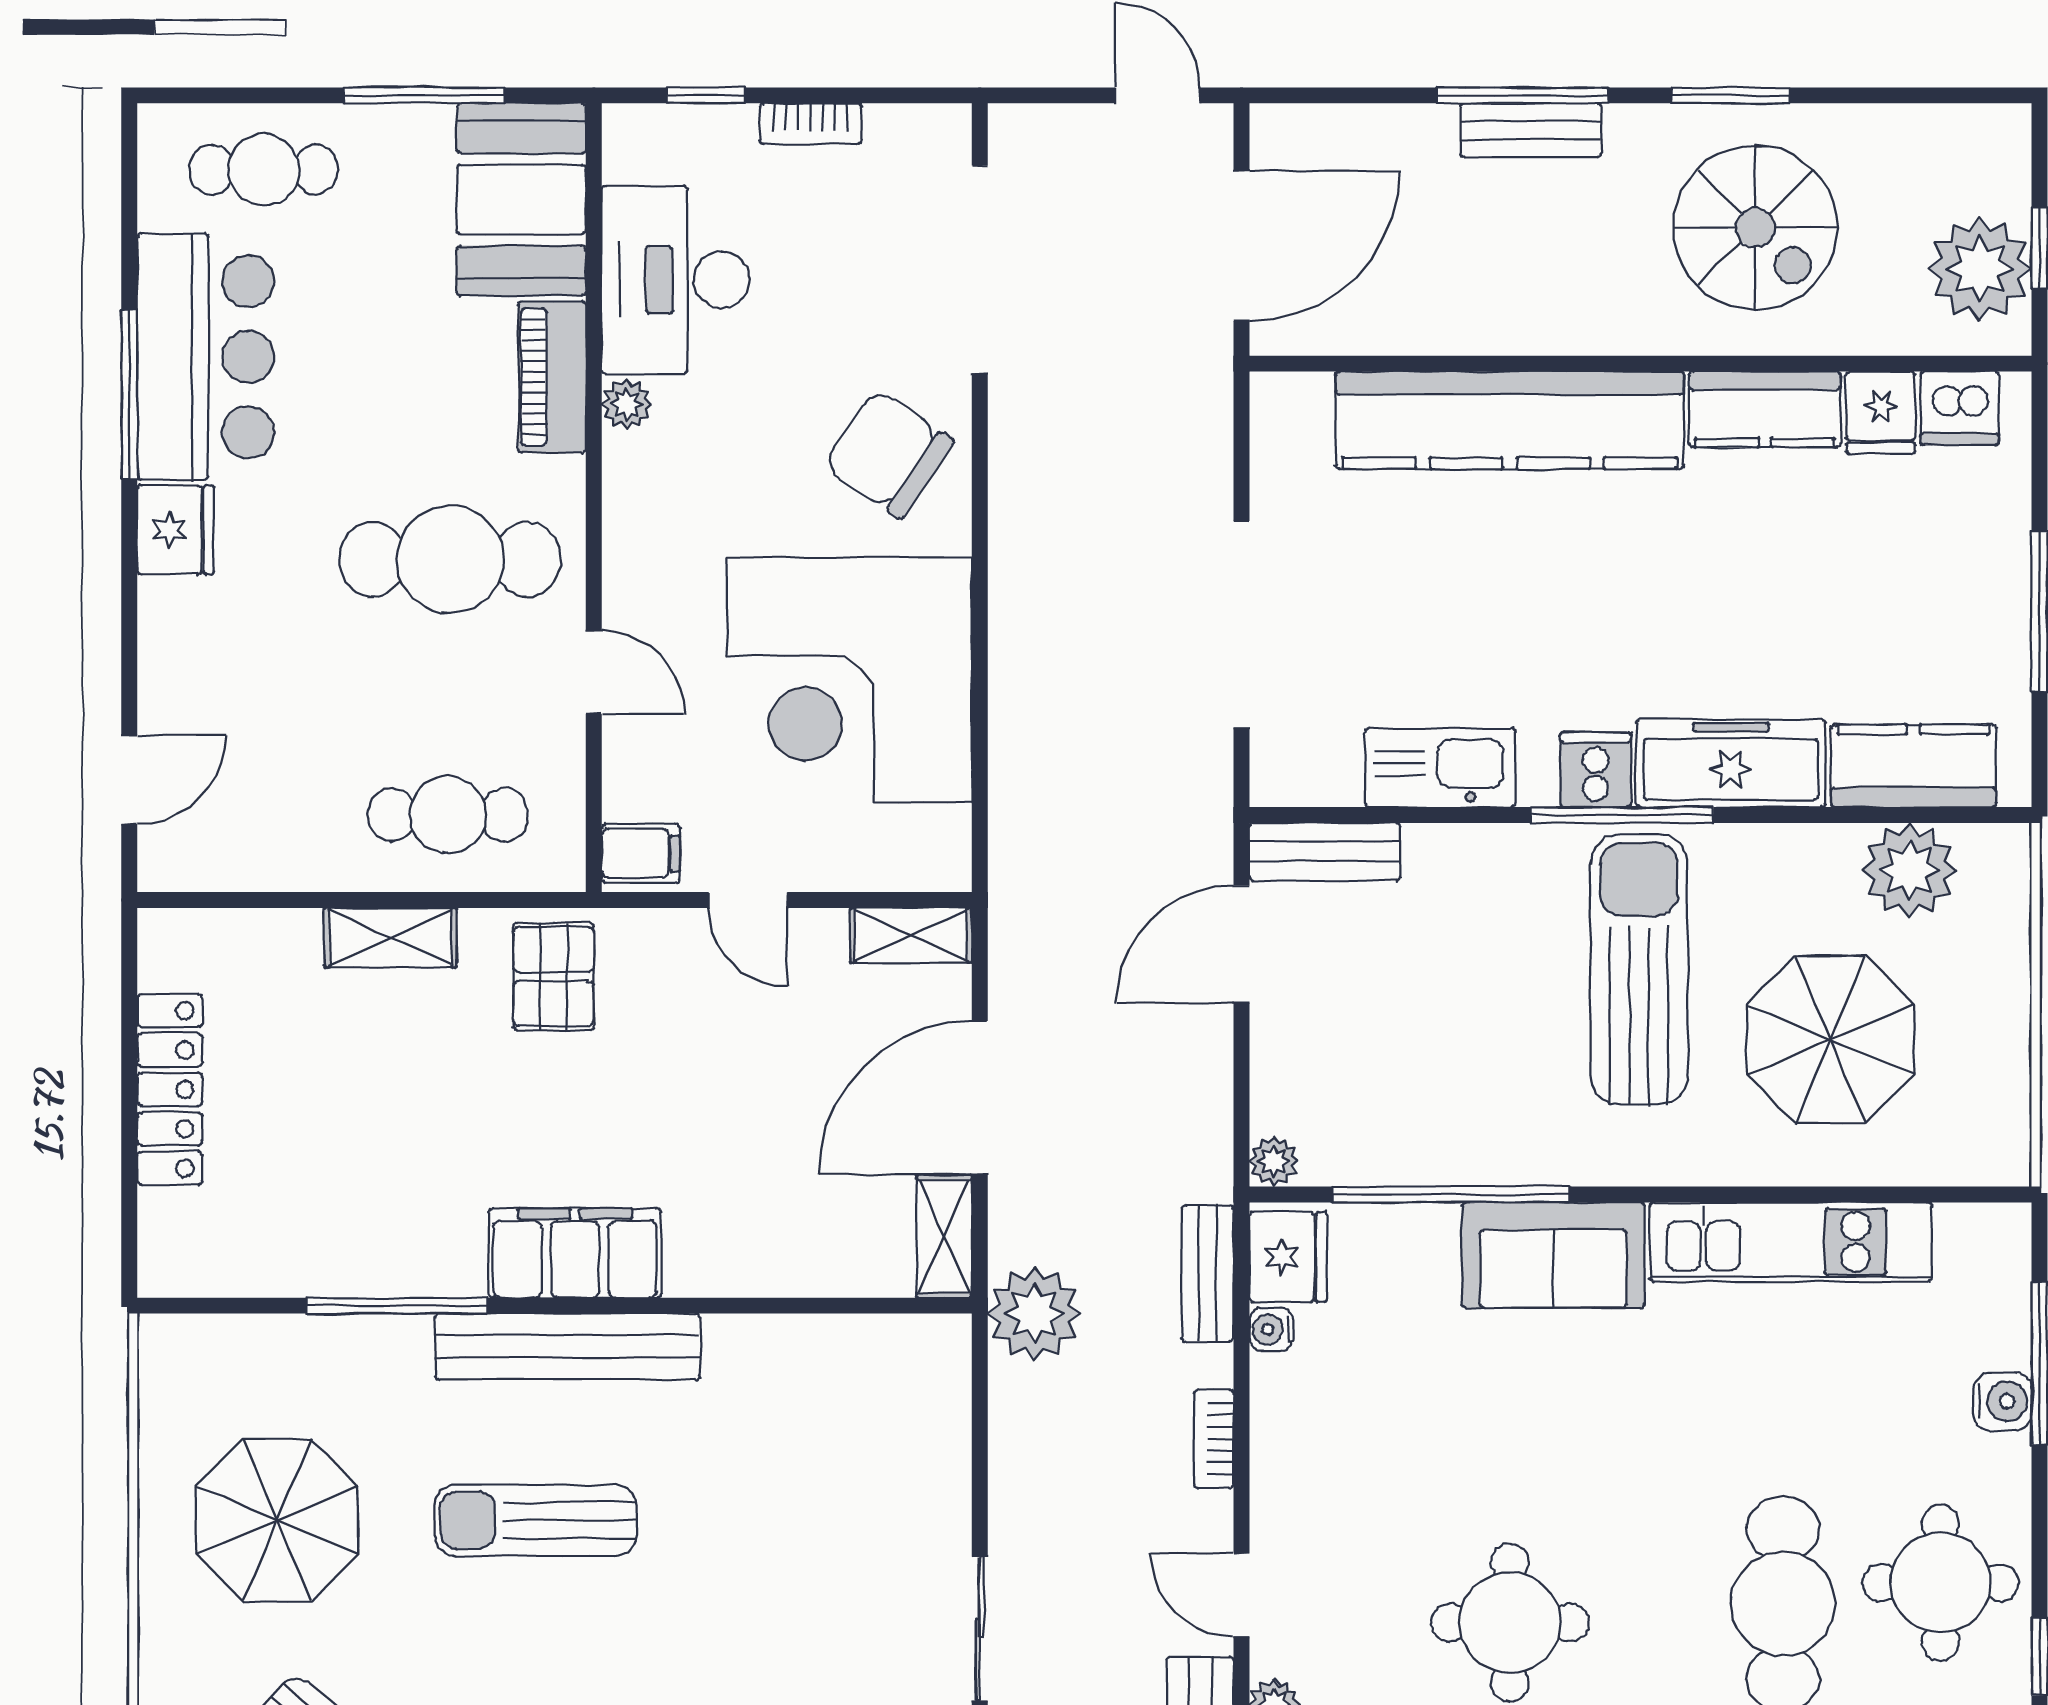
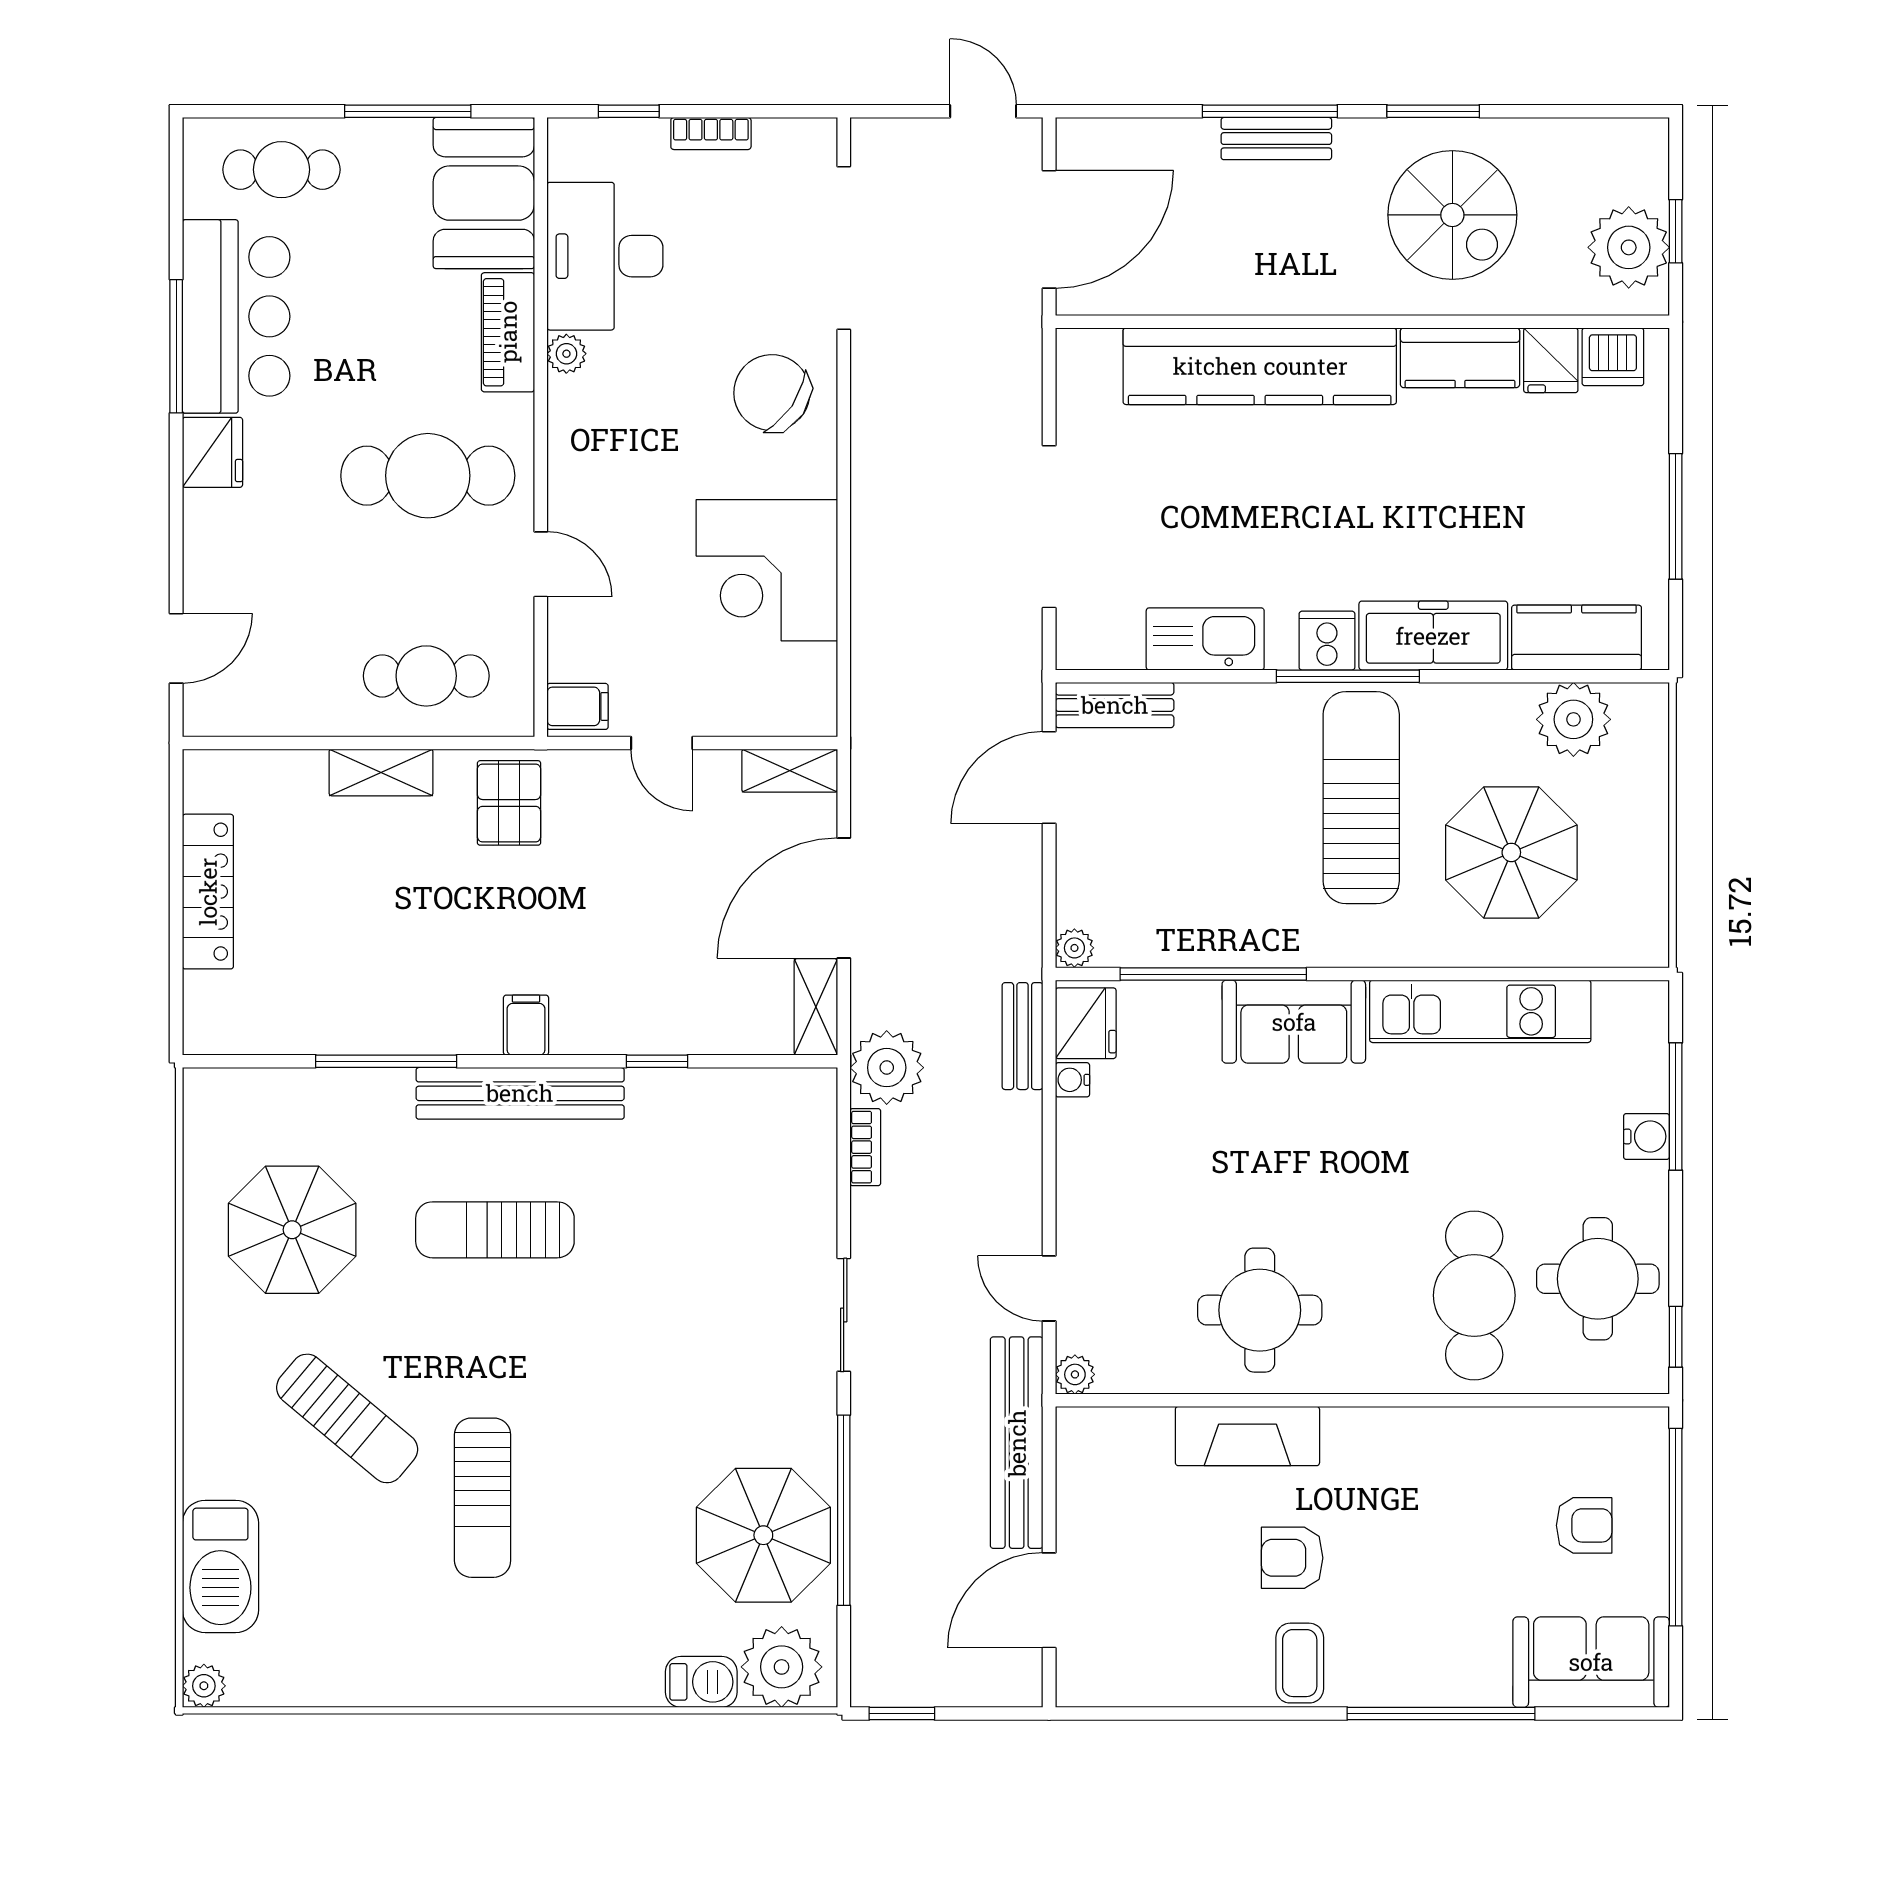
corner desk: (850, 680) -> (767, 570), width x0.74, depth x0.74
filing cabinet: (575, 1253) -> (526, 1025), width x0.33, depth x0.86
window: (742, 1306) -> (657, 1061), added
bookcase: (1214, 1439) -> (865, 1147), moved, turned 180

